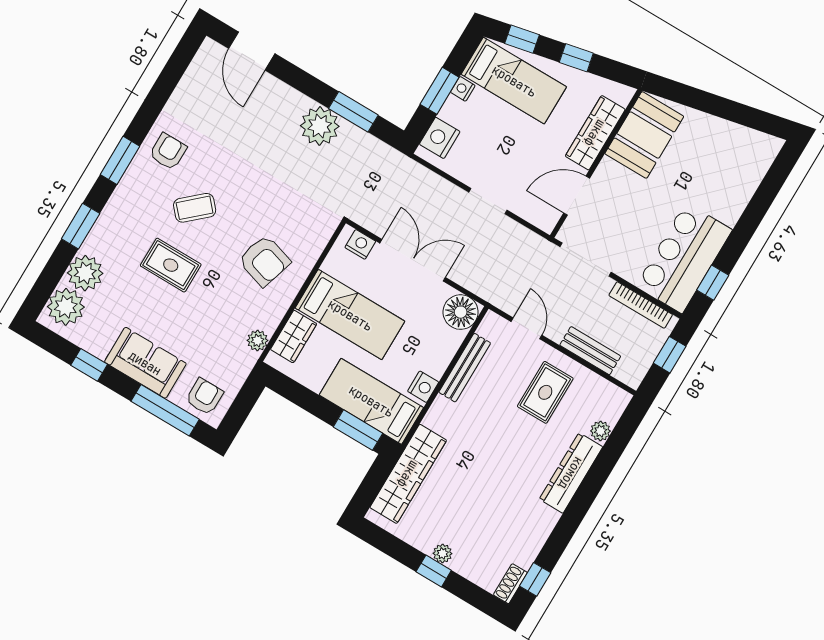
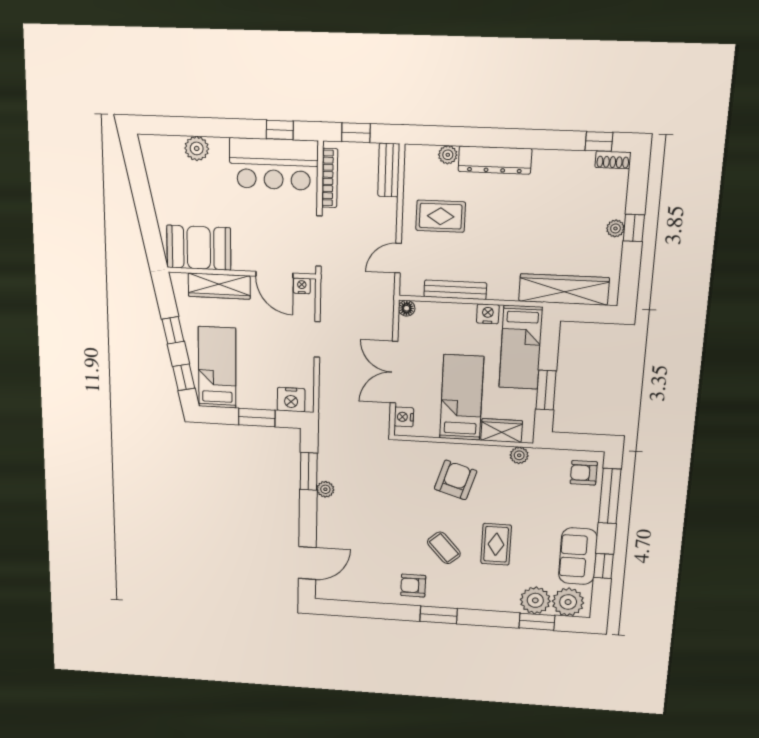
nightstand: (463, 89) -> (302, 286), moved, turned 180
plant: (320, 126) -> (325, 489), width x0.53, depth x0.53
plant: (740, 191) -> (197, 148), added
window: (81, 226) -> (537, 622), moved
floor lamp: (461, 312) -> (407, 308), width x0.53, depth x0.53
bench: (590, 351) -> (389, 170), moved
sofa: (145, 363) -> (578, 556), moved
window: (358, 430) -> (546, 390), moved

